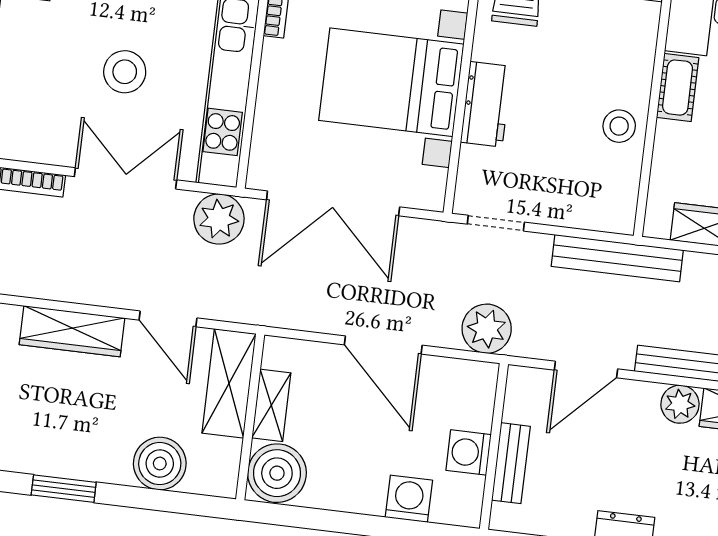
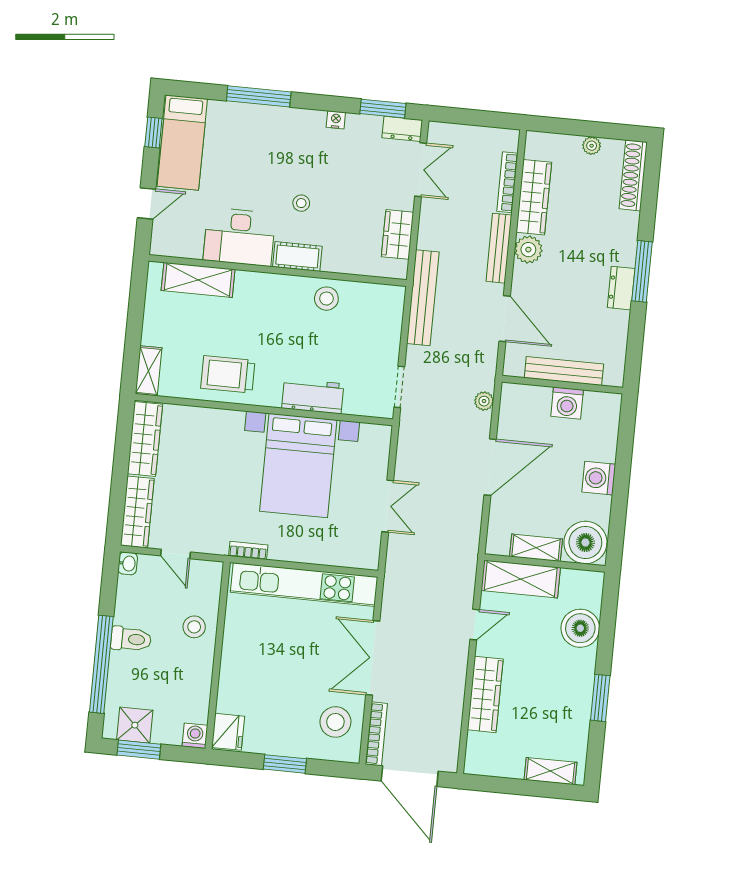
stool: (125, 72) -> (335, 722), moved
double door: (333, 203) -> (388, 506), width x0.54
plant: (219, 219) -> (401, 589), removed
door: (168, 319) -> (475, 625), width x0.73
plant: (487, 329) -> (484, 401), width x0.53, depth x0.53
bench: (511, 463) -> (564, 371), width x1.36
washing machine: (409, 499) -> (599, 478), moved

